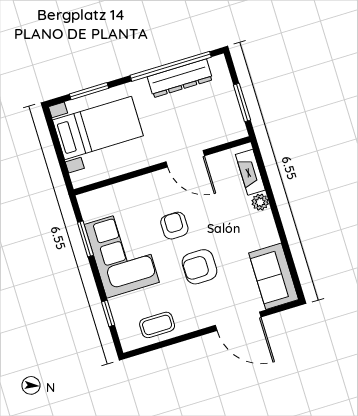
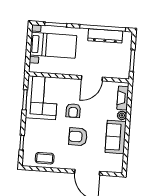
door: (185, 159) -> (92, 78), hinge flipped
armchair: (174, 226) -> (73, 111), turned 180
corner sofa: (122, 253) -> (42, 98), moved
sofa: (274, 276) -> (116, 137), moved

